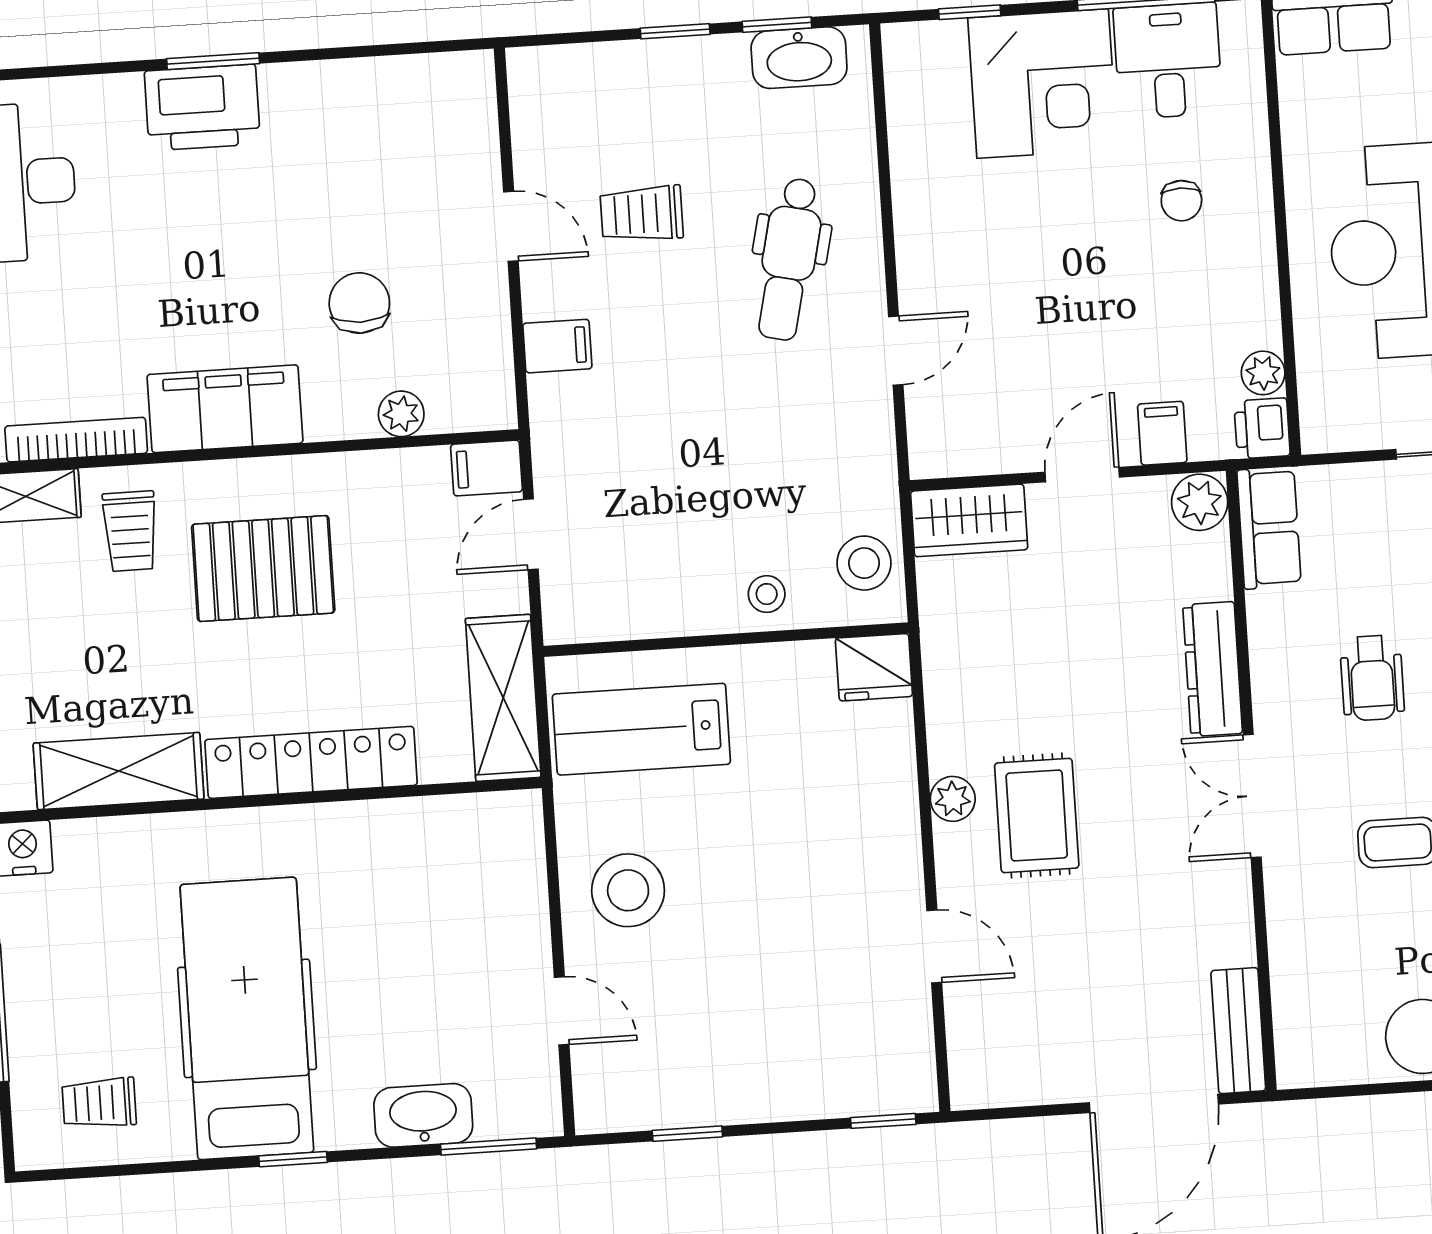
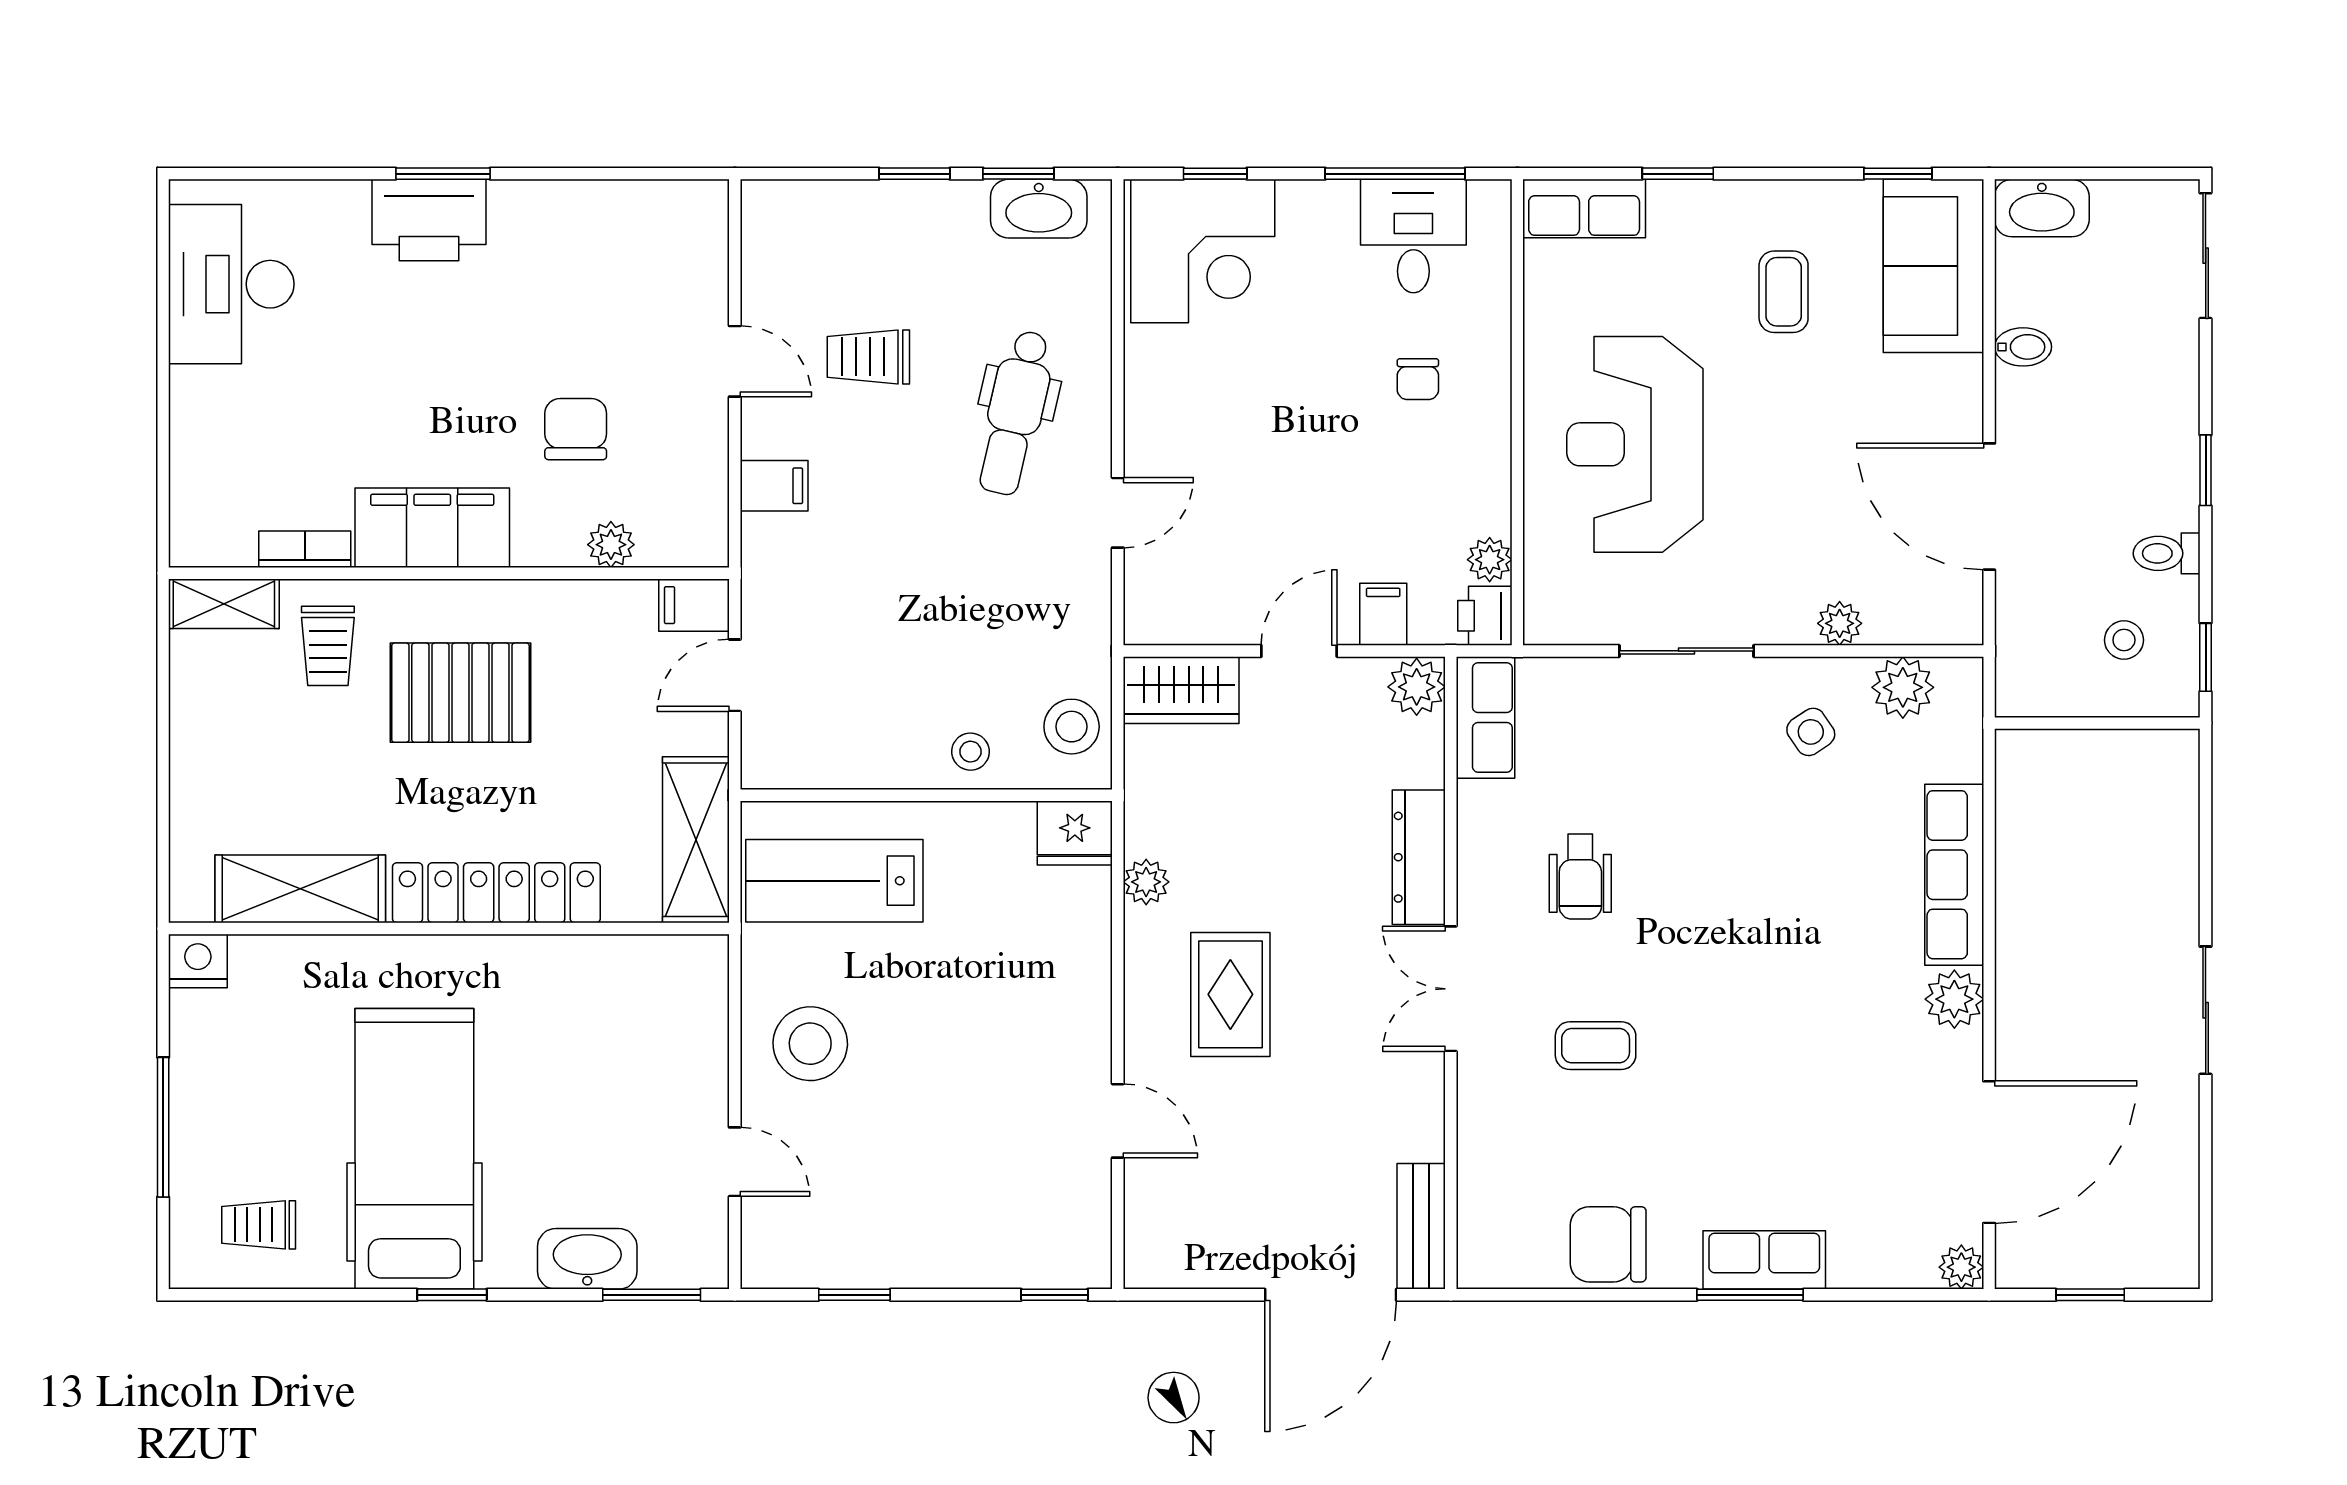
corner desk: (1043, 84) -> (1203, 251), moved
bookcase: (76, 440) -> (305, 549), width x0.64
plant: (953, 799) -> (1146, 882), moved

